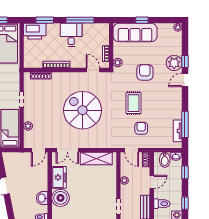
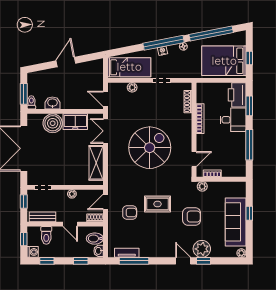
sofa: (135, 33) -> (236, 222), moved
desk: (71, 35) -> (233, 120), moved

